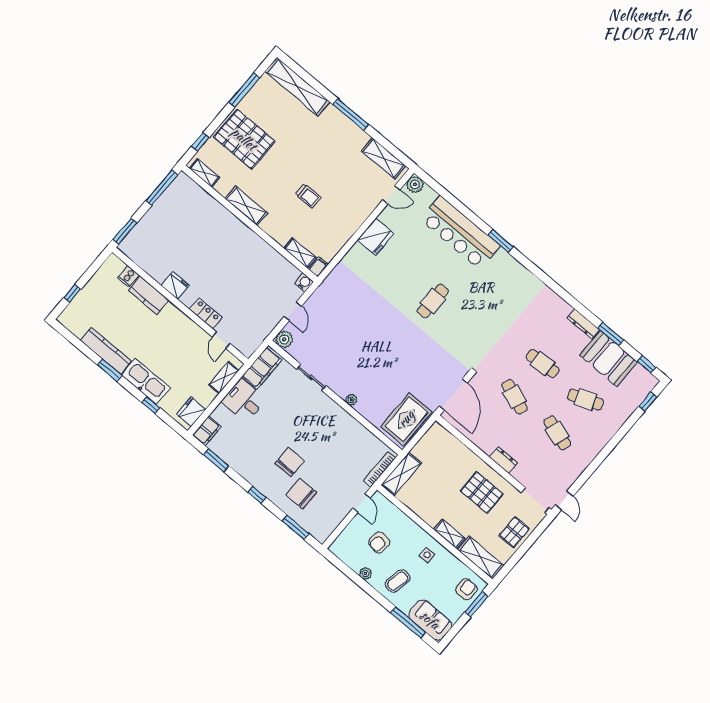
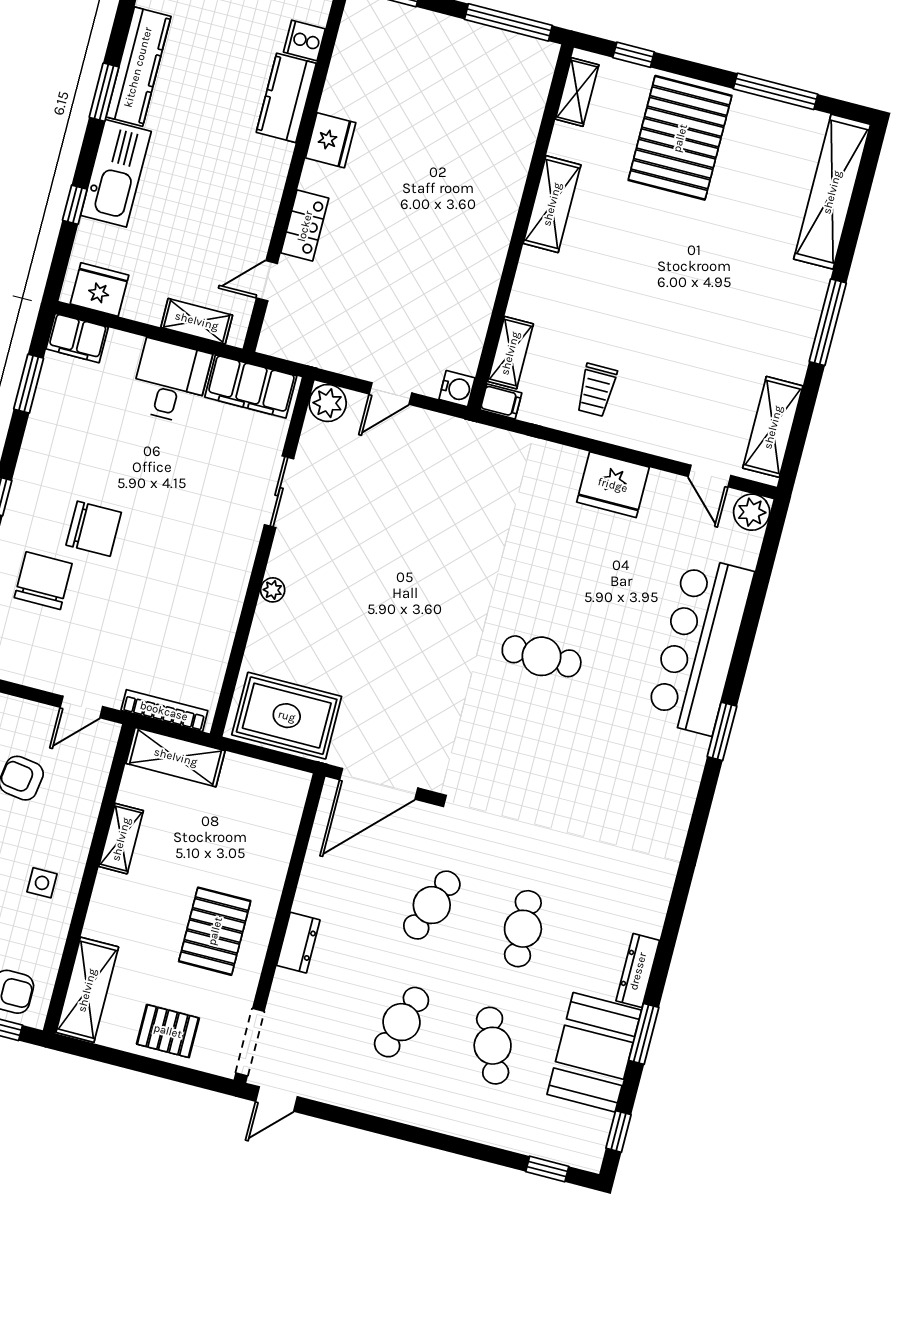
trolley: (308, 196) -> (596, 390), moved
shelving: (449, 534) -> (121, 839), moved

